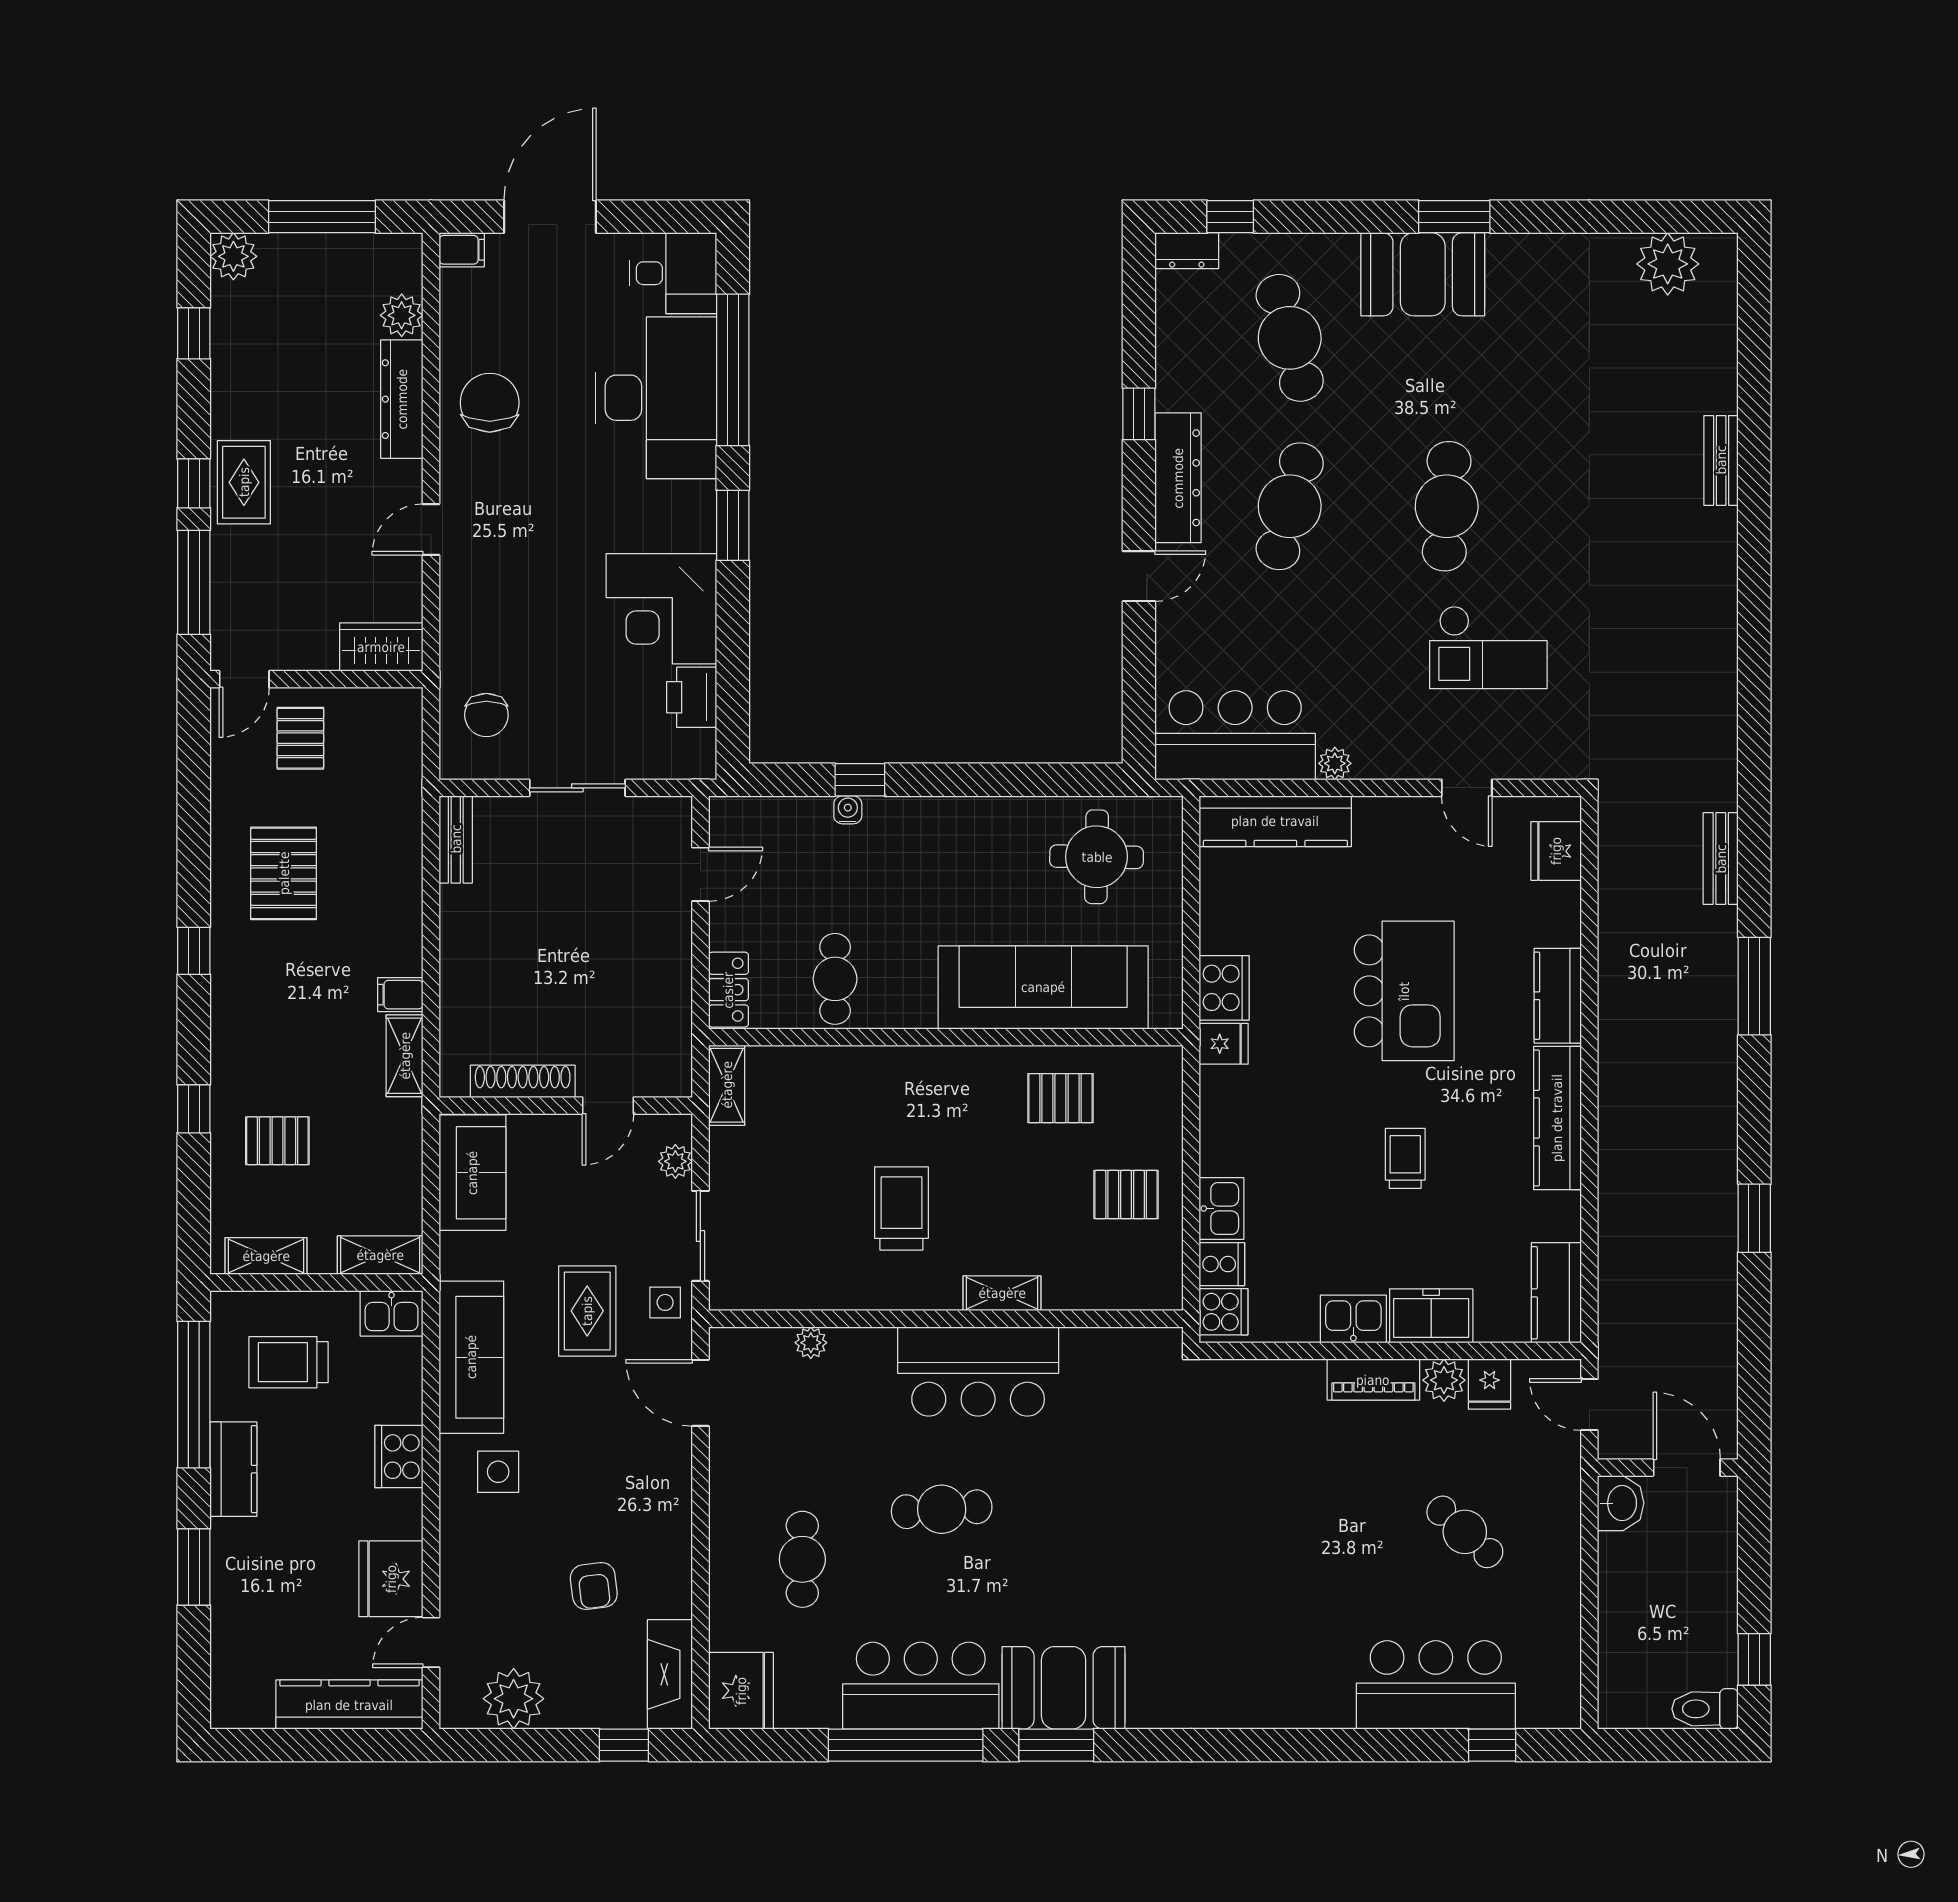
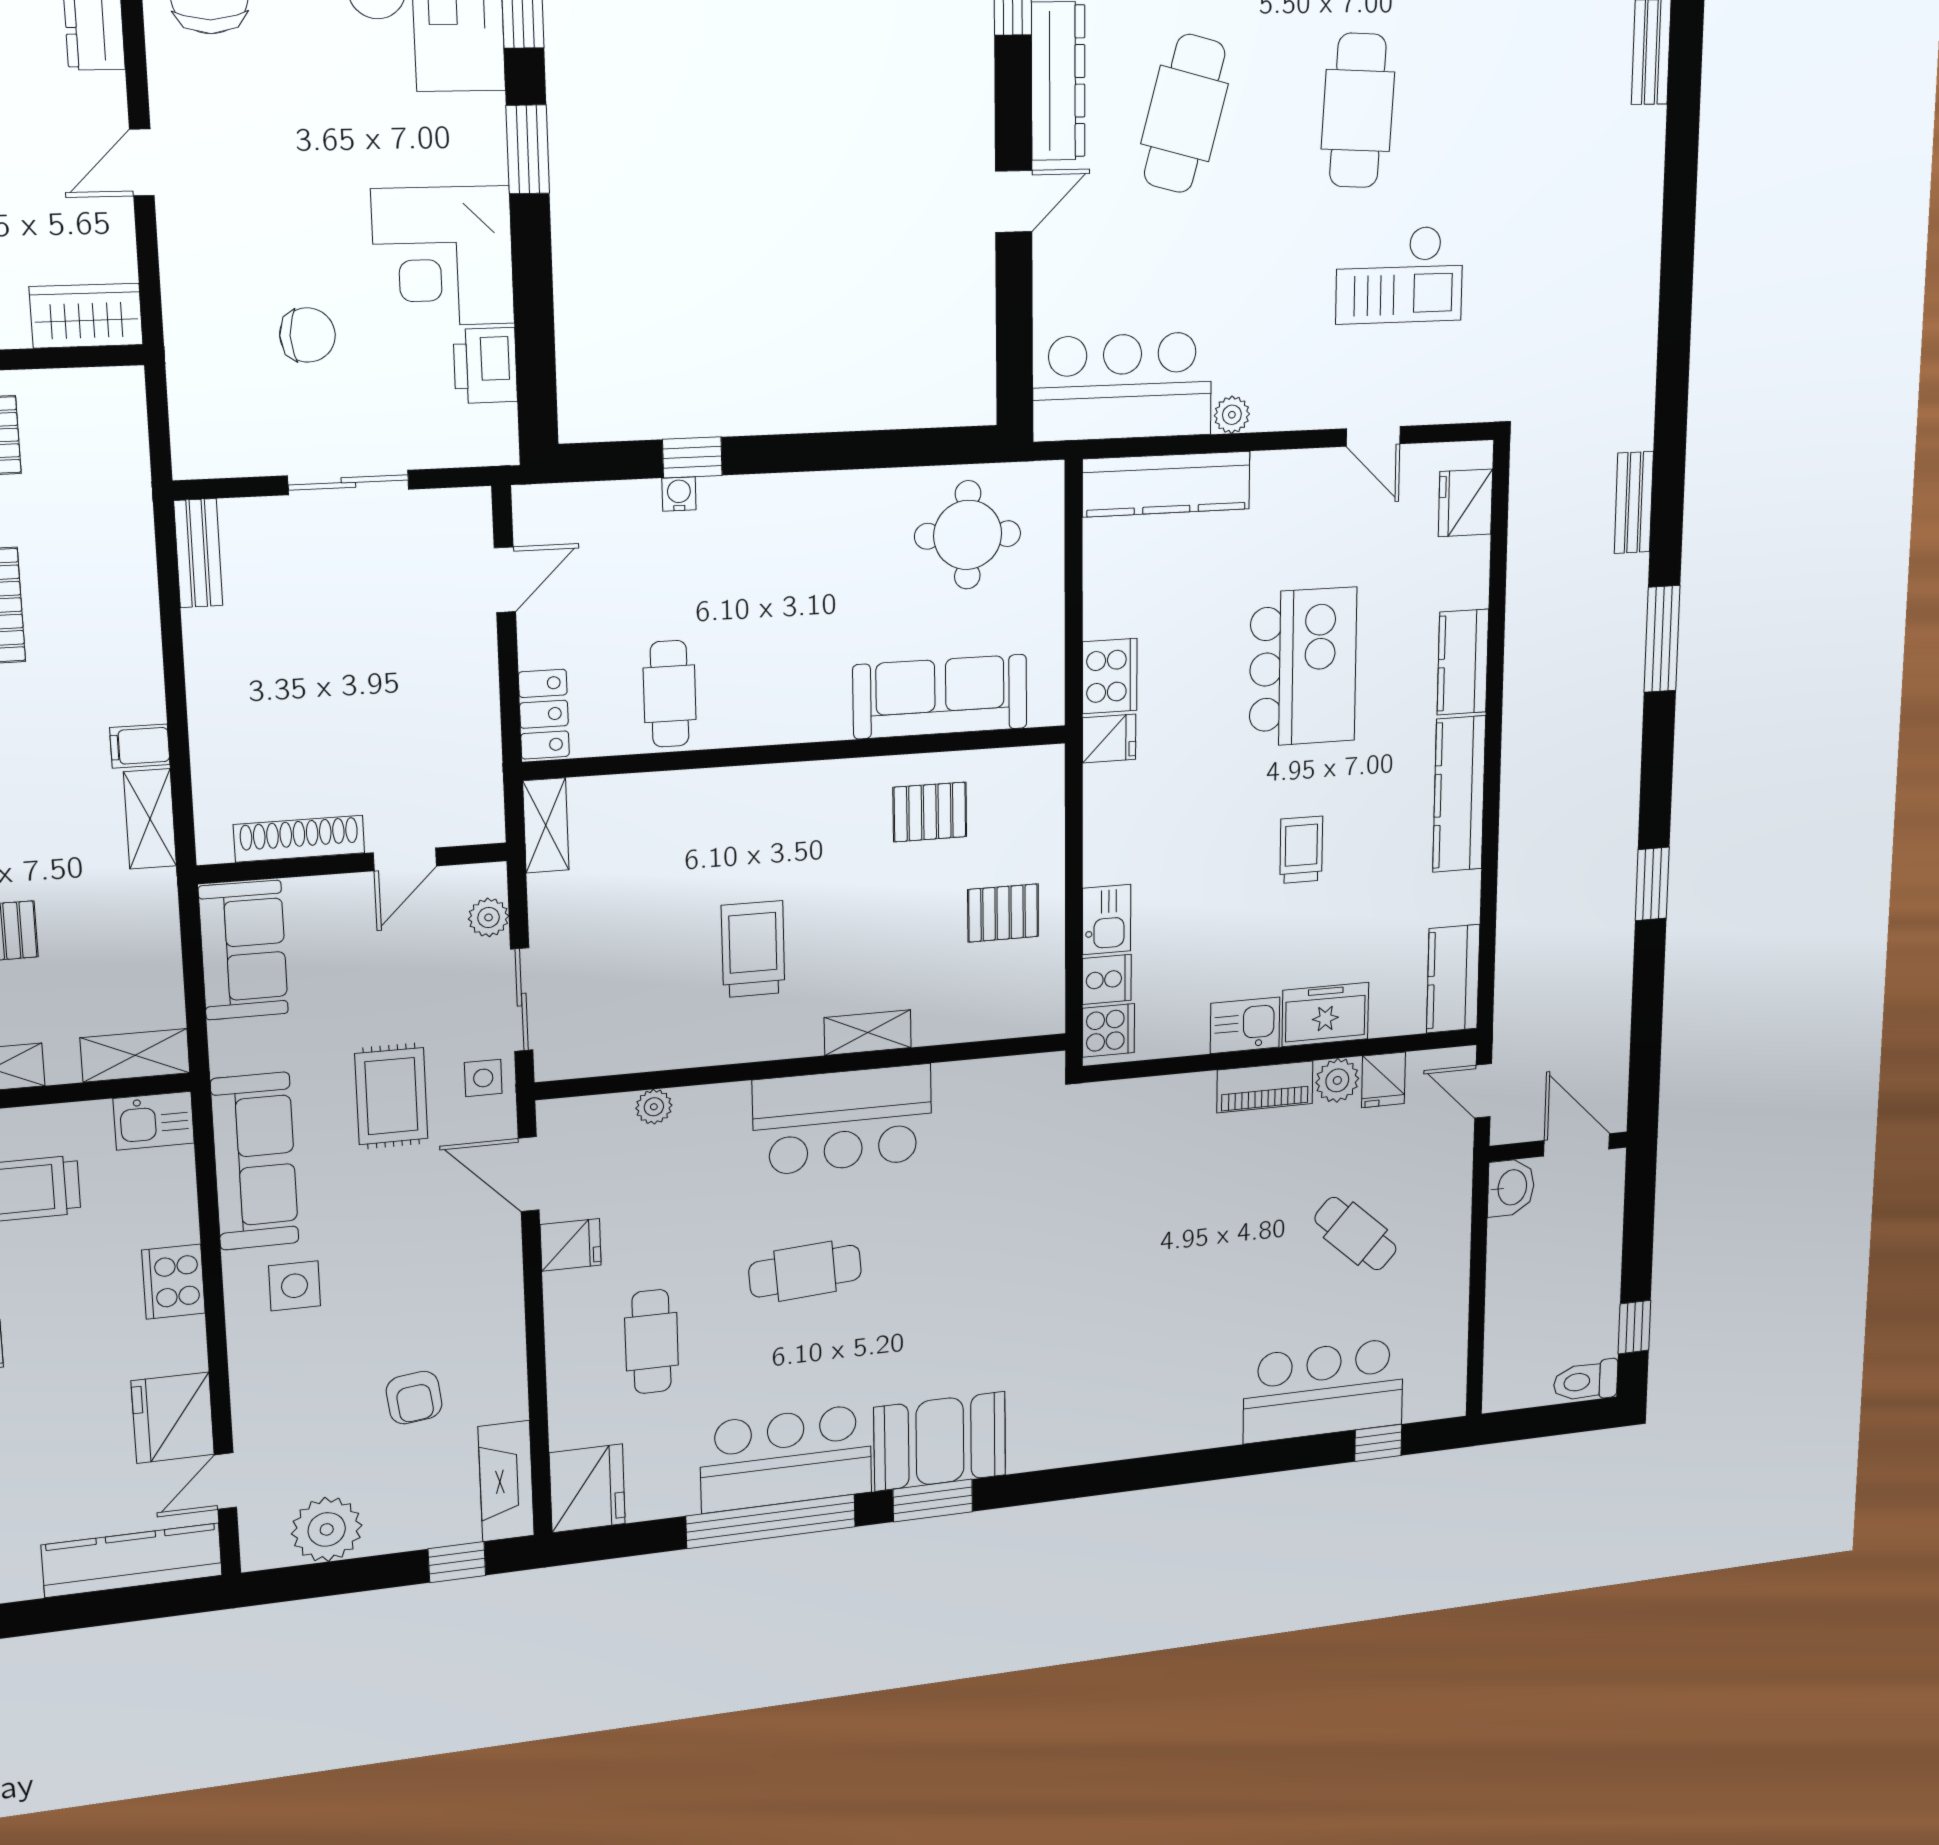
chair: (486, 715) -> (307, 335), moved, turned -90
sofa: (1043, 987) -> (940, 697), width x0.74, depth x0.79
fridge: (734, 1461) -> (571, 1245), added

